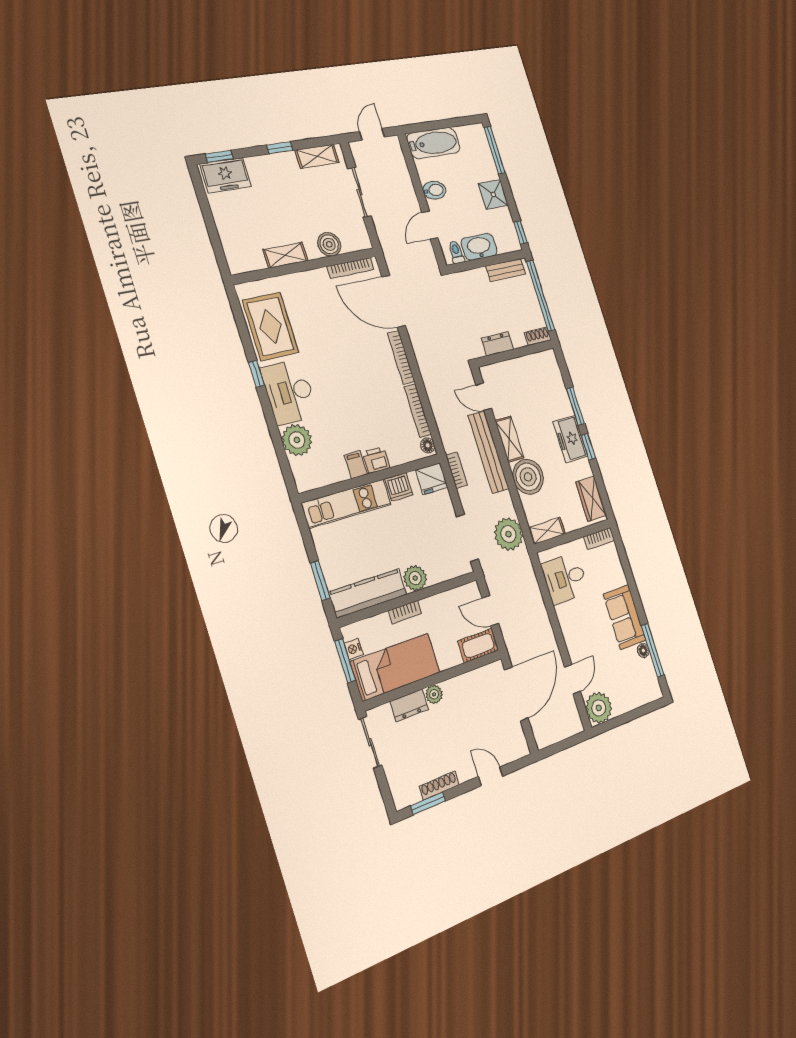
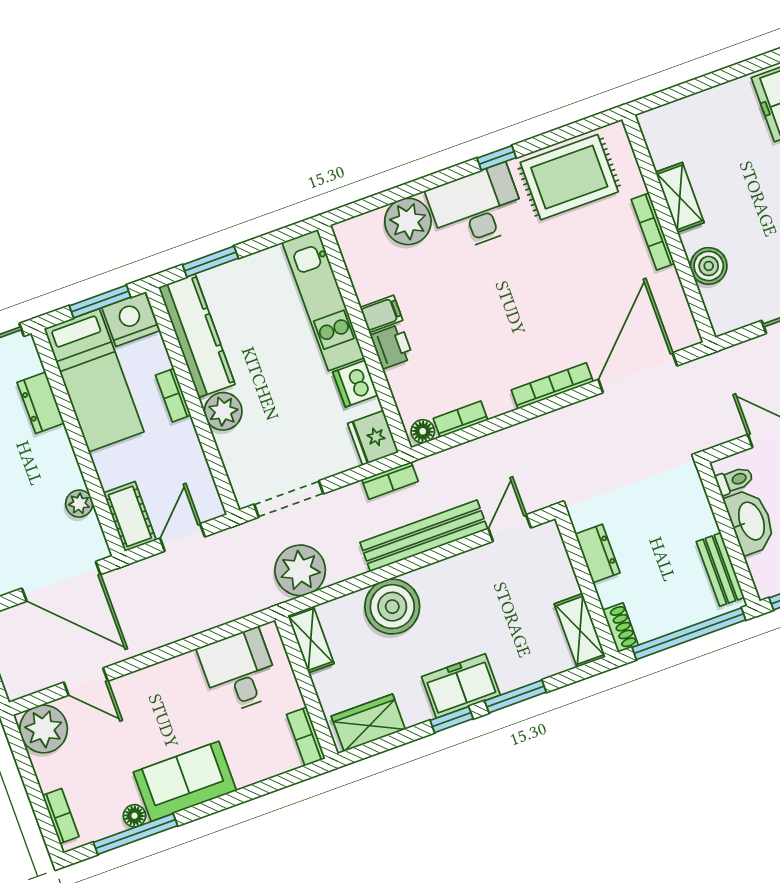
bookcase: (351, 268) -> (653, 231), moved
bookcase: (418, 411) -> (461, 419), width x0.64
shelving: (509, 439) -> (580, 630), moved, turned 90
nightstand: (354, 649) -> (131, 319), width x1.89, depth x1.79
plant: (434, 694) -> (79, 504), moved
bookcase: (645, 698) -> (61, 816), added

